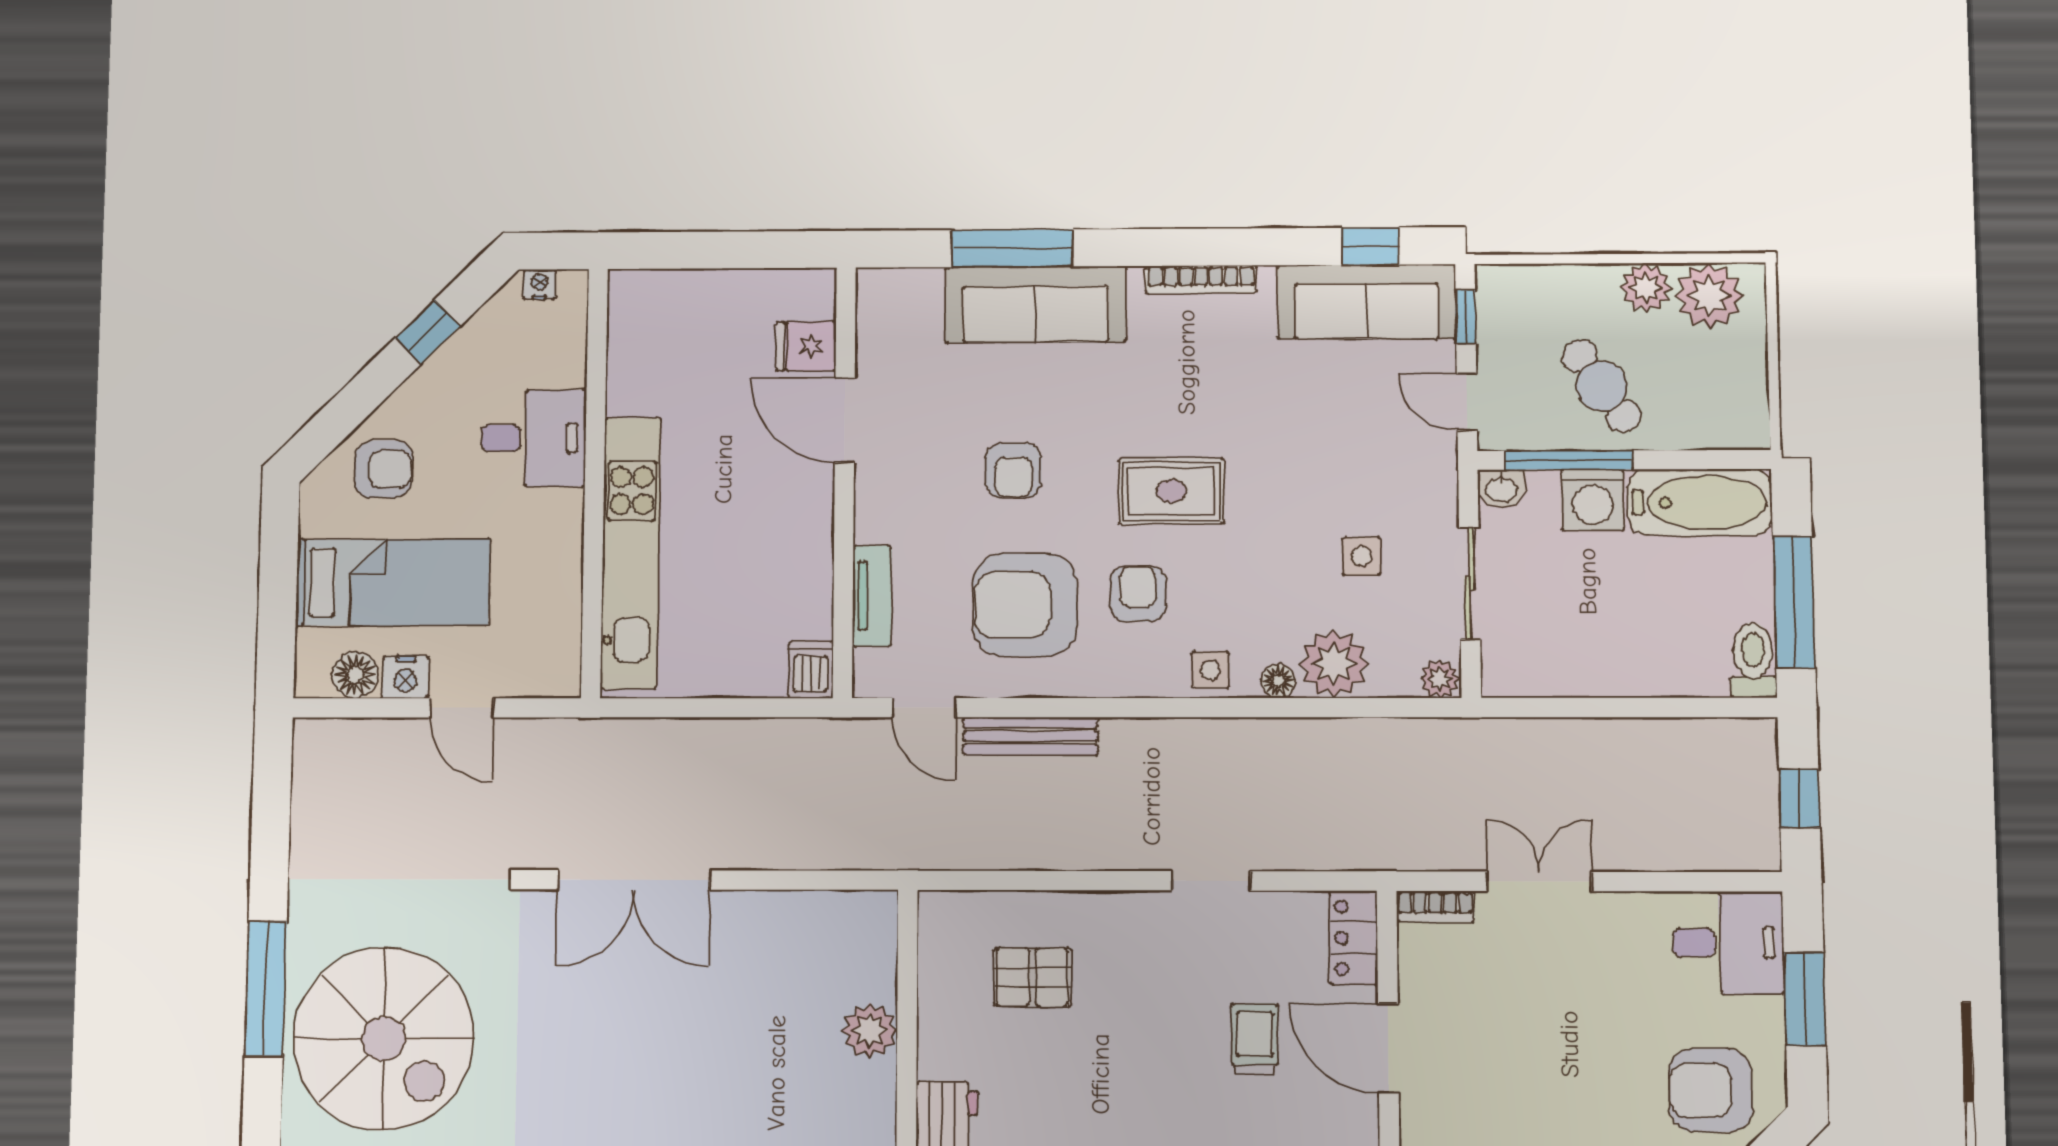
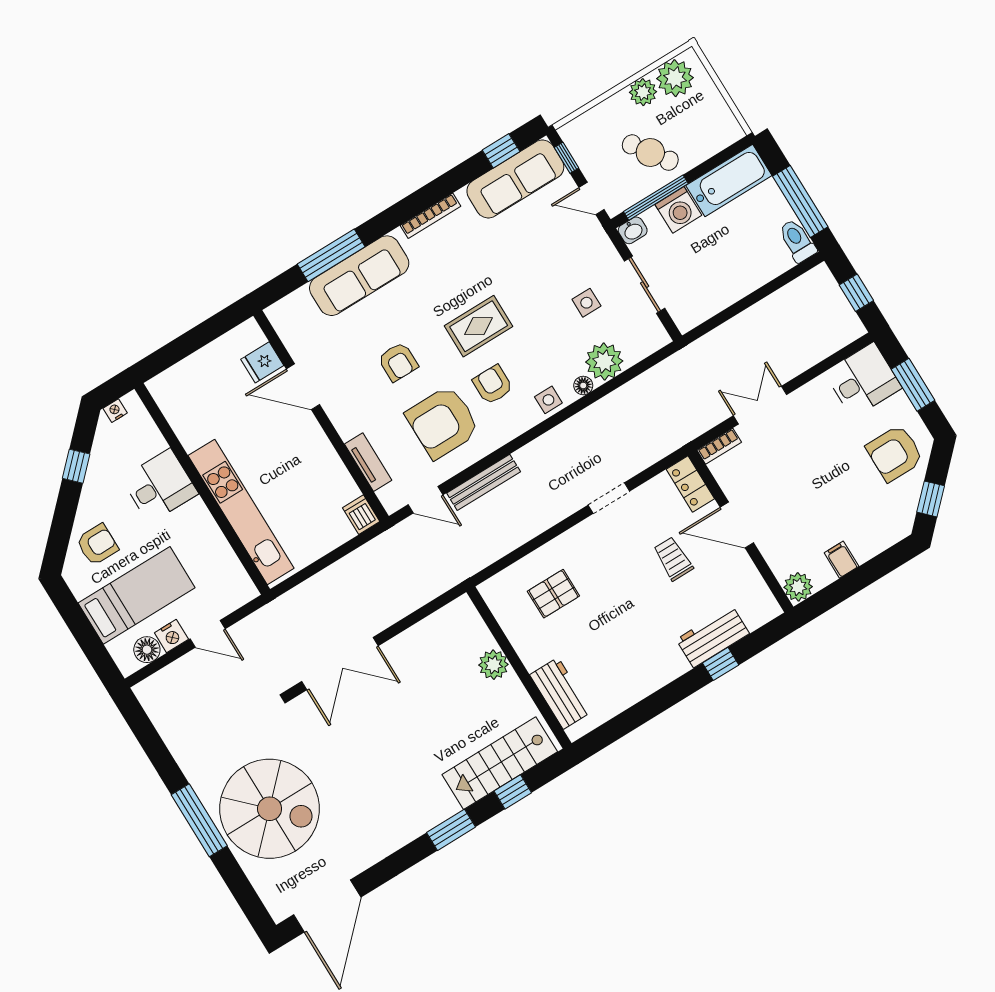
plant: (1440, 679) -> (658, 338), removed

